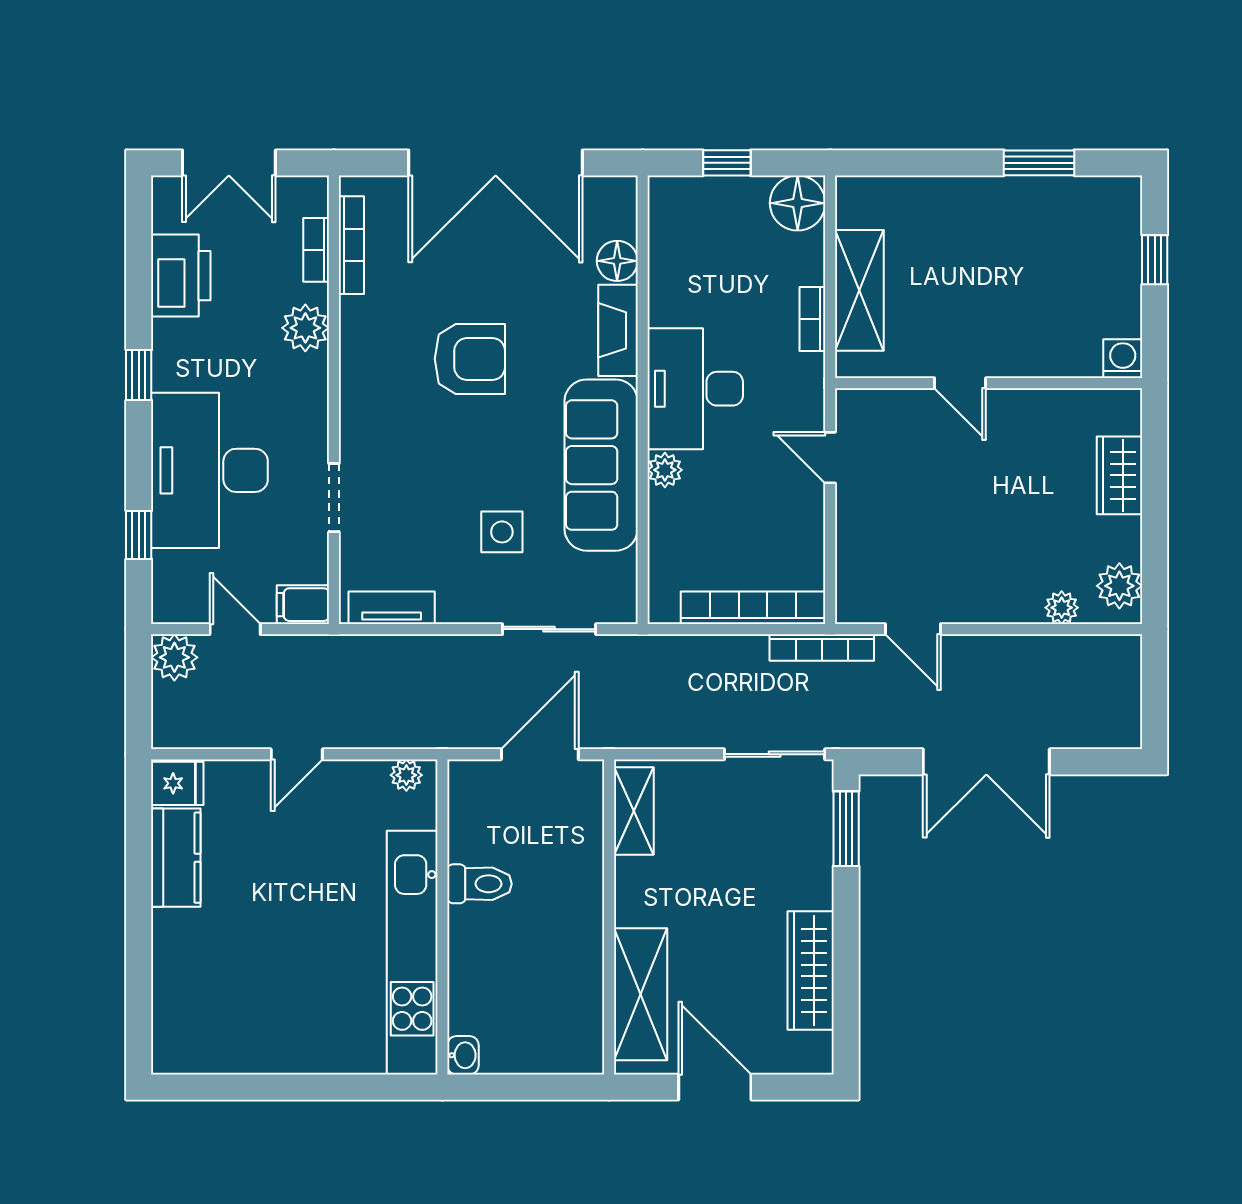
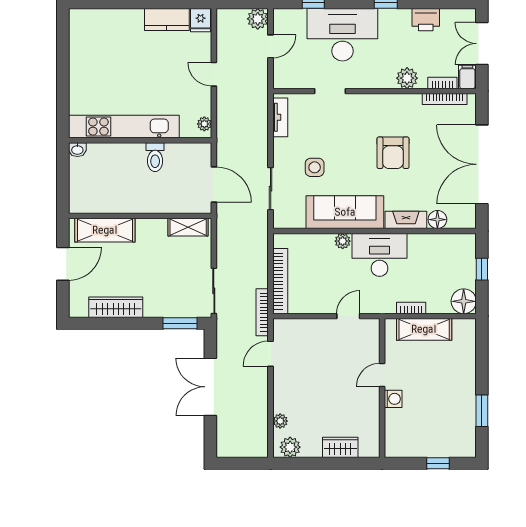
printer: (181, 276) -> (426, 20), width x0.73, depth x0.84
washing machine: (1123, 359) -> (393, 399), moved
filing cabinet: (303, 605) -> (467, 77), moved

